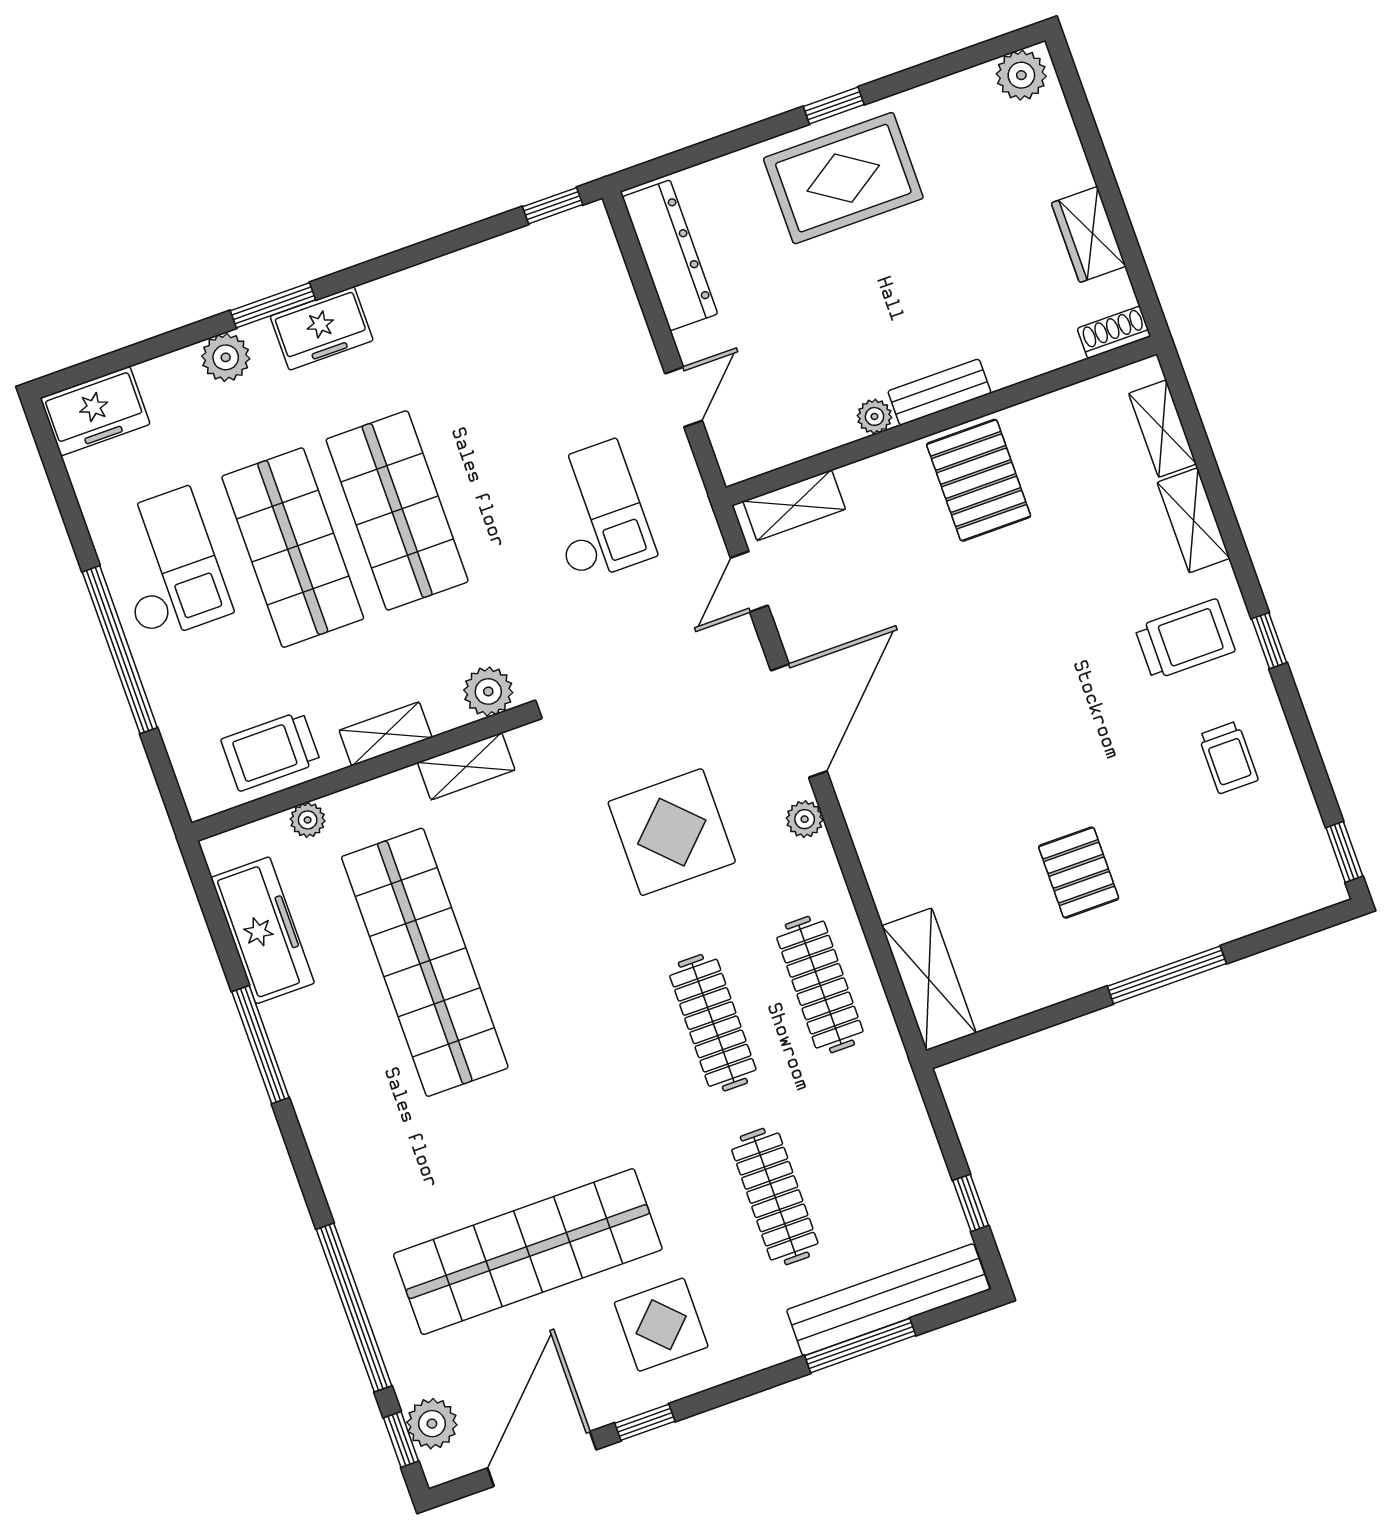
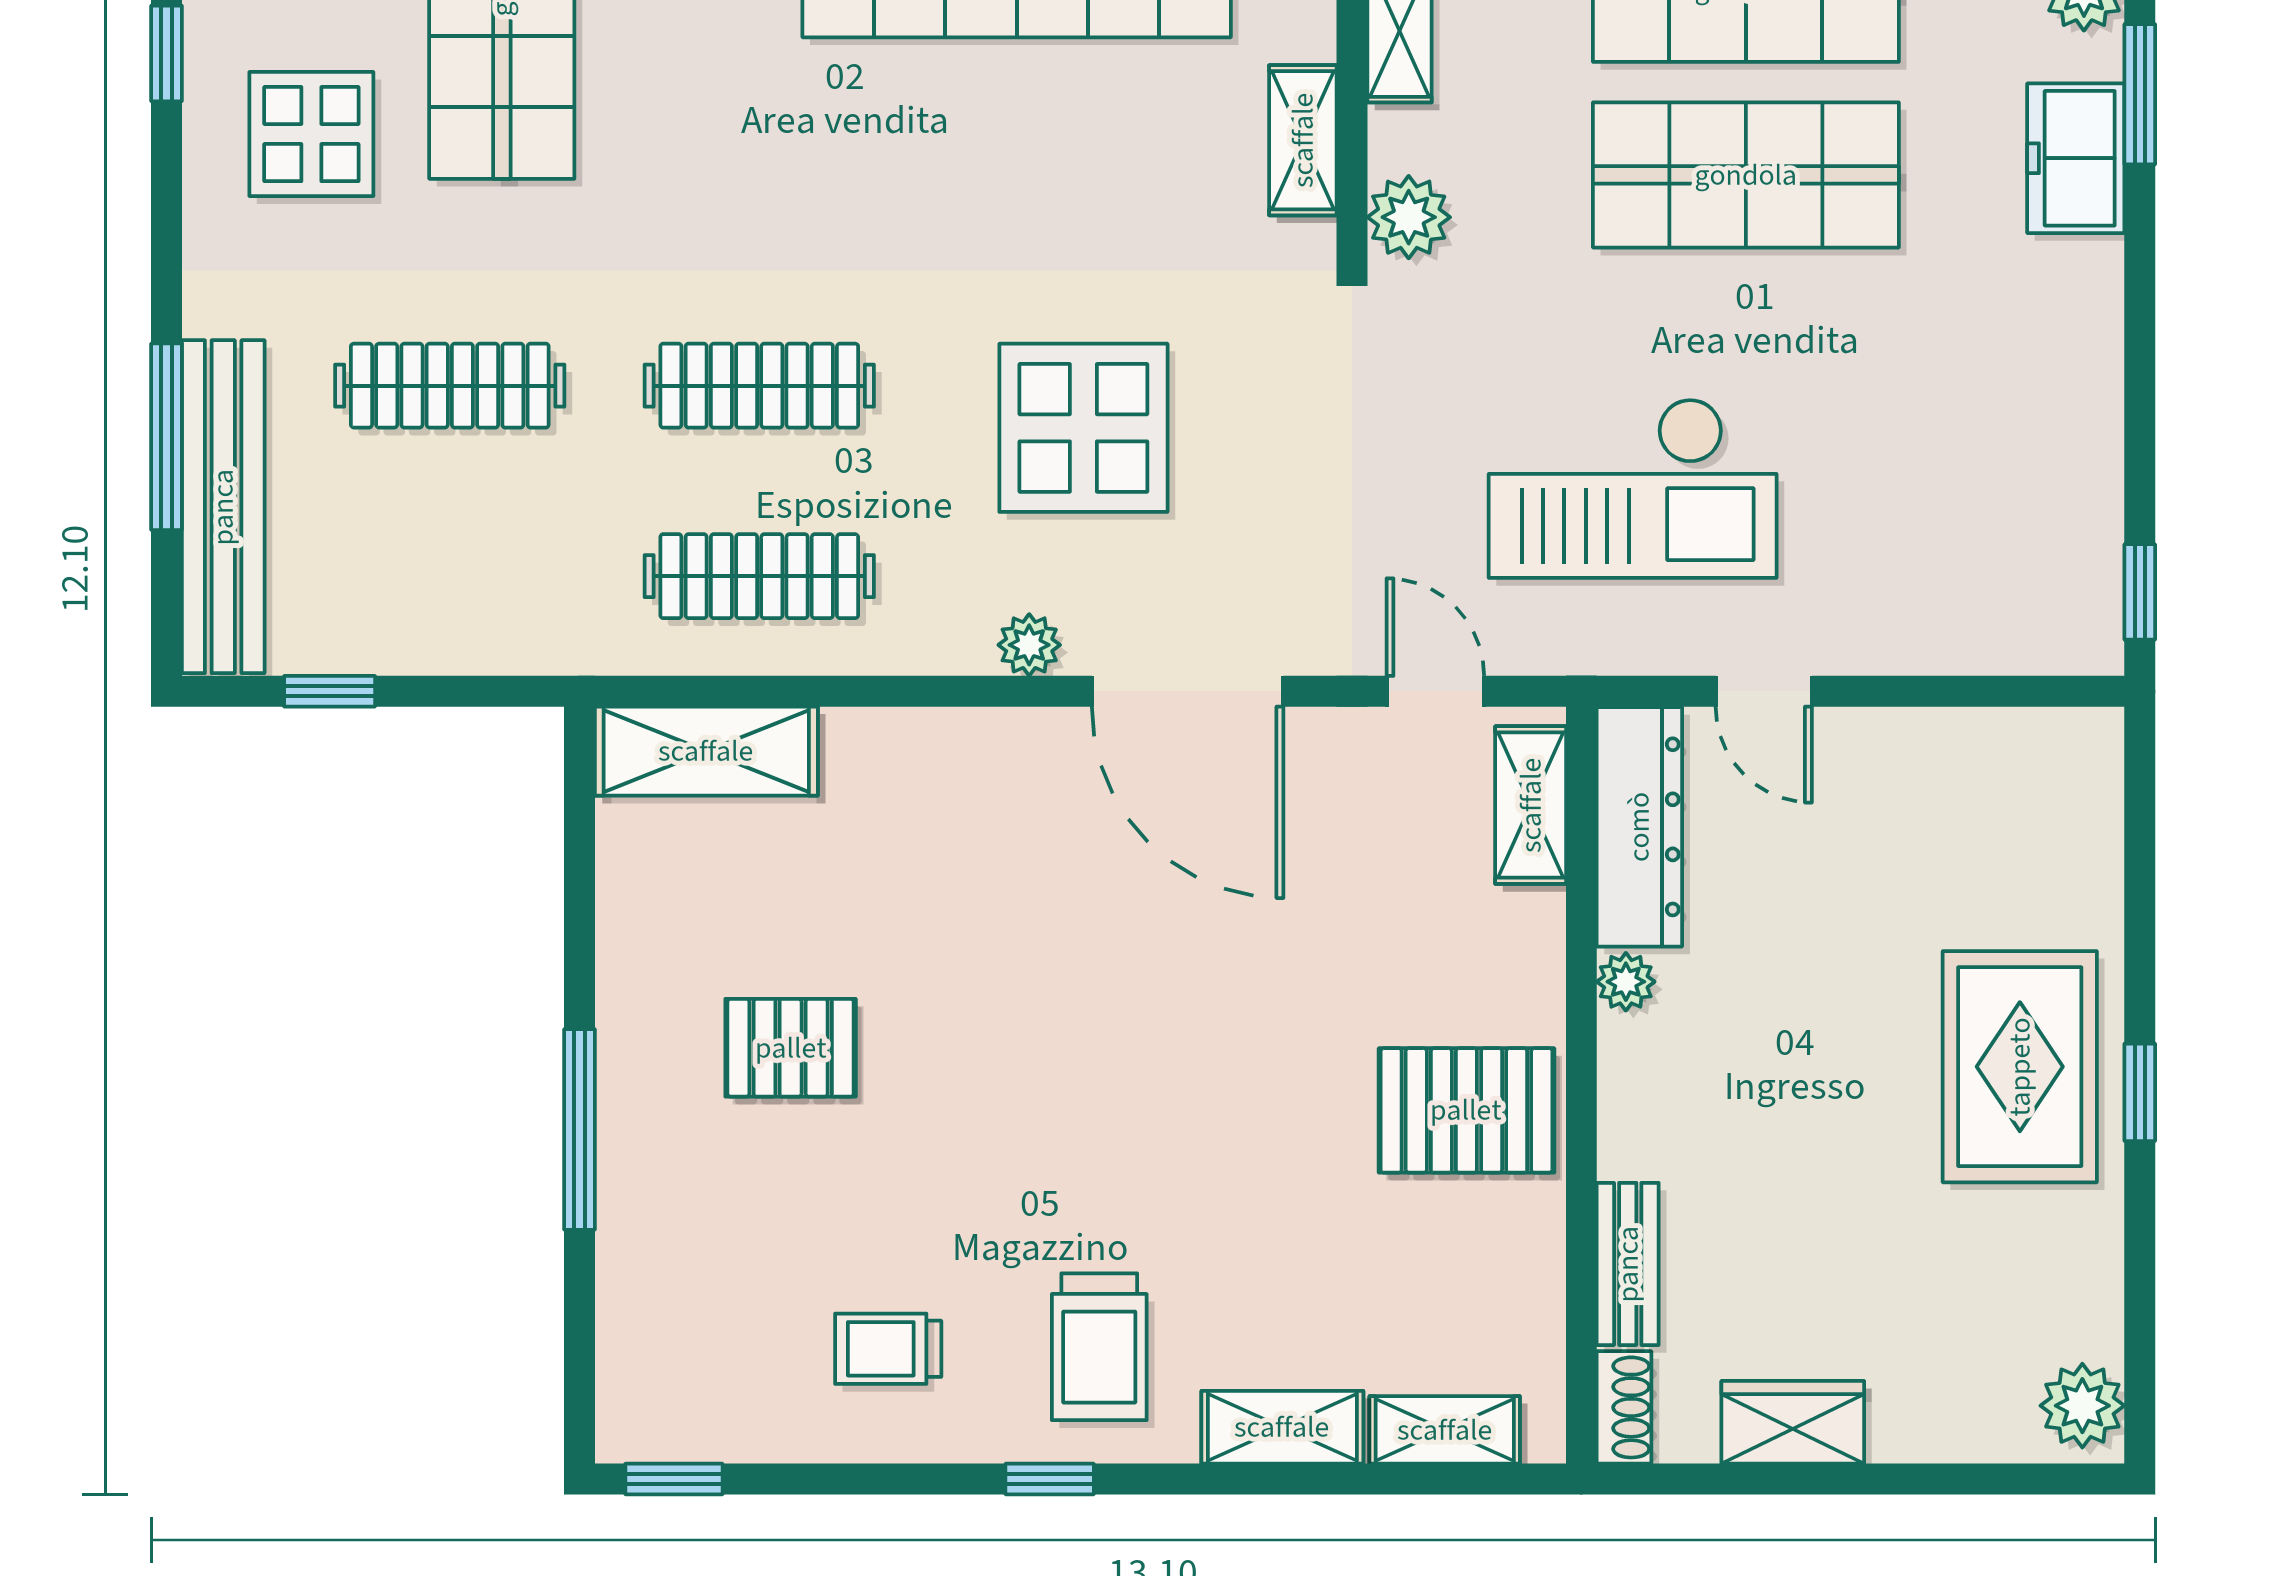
dresser: (670, 255) -> (1639, 827), moved, turned -90
bench: (939, 392) -> (1628, 1264), moved
checkout: (596, 511) -> (1633, 488), width x1.36, depth x1.21

